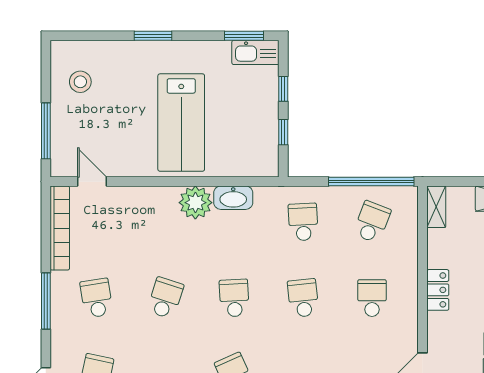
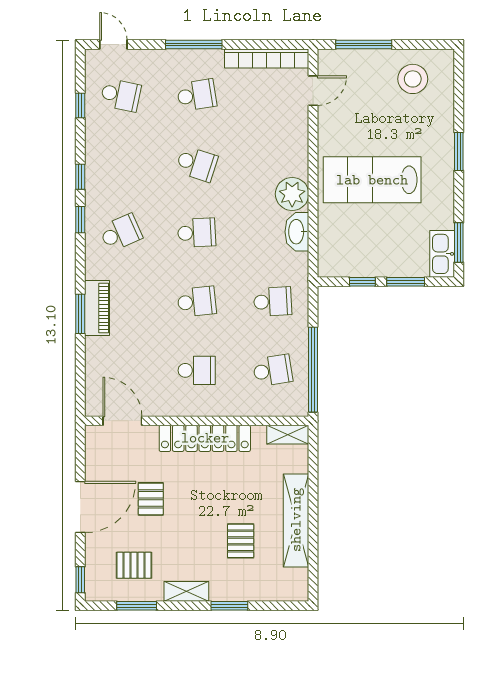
stool: (80, 82) -> (413, 79), width x1.38, depth x1.38
window: (283, 89) -> (406, 282), width x1.50
school desk: (372, 222) -> (273, 370), turned -30
locker: (438, 290) -> (205, 438), width x2.16, depth x1.21

